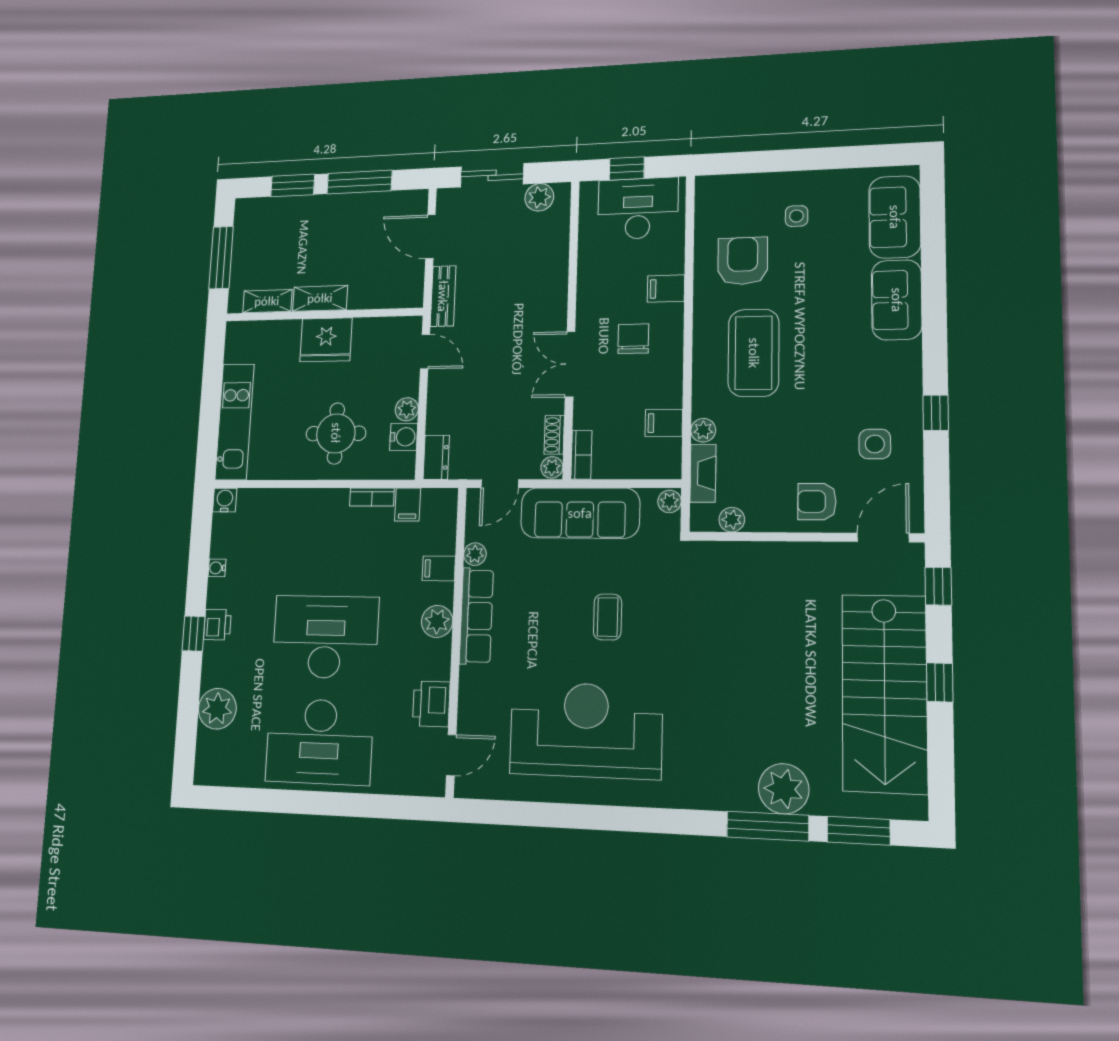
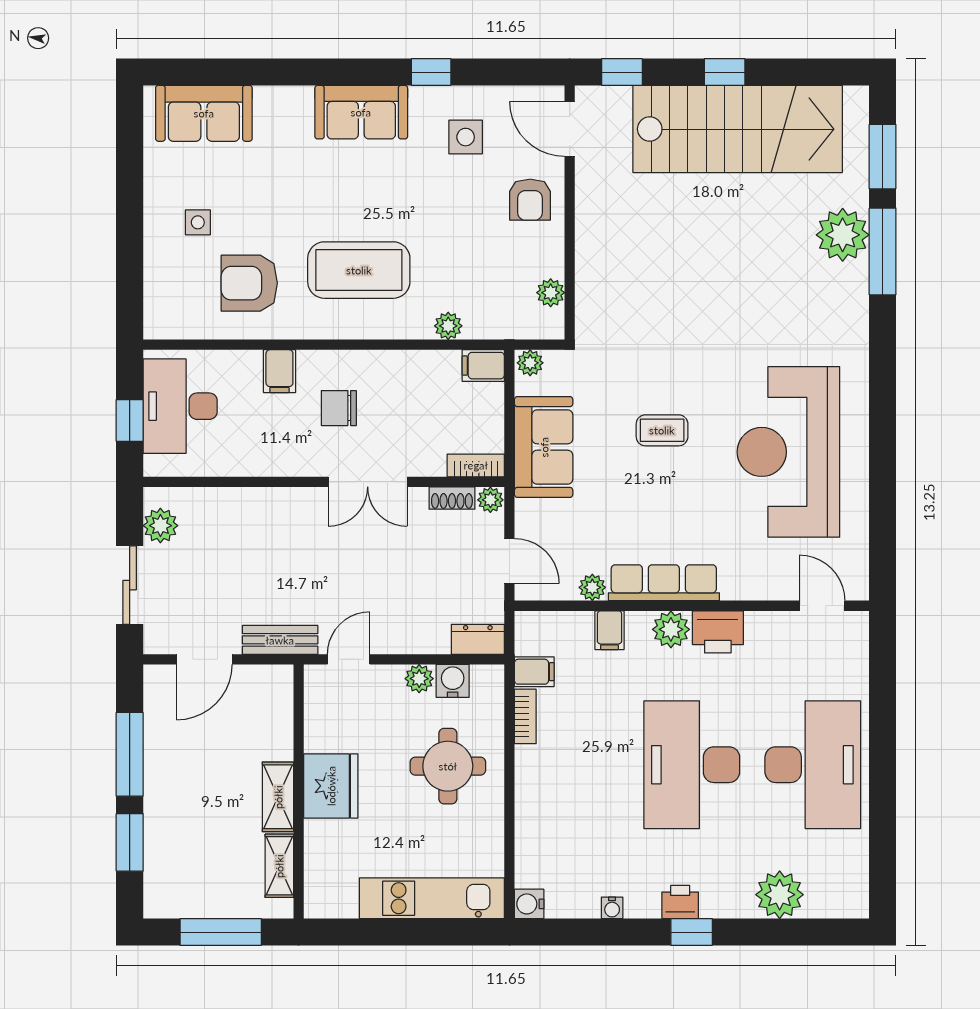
sofa: (897, 300) -> (361, 112), moved
filing cabinet: (664, 423) -> (483, 366), moved, turned 90
fireplace: (703, 473) -> (498, 326), removed
sofa: (580, 513) -> (544, 447), width x0.73
printer: (431, 704) -> (718, 632), moved

